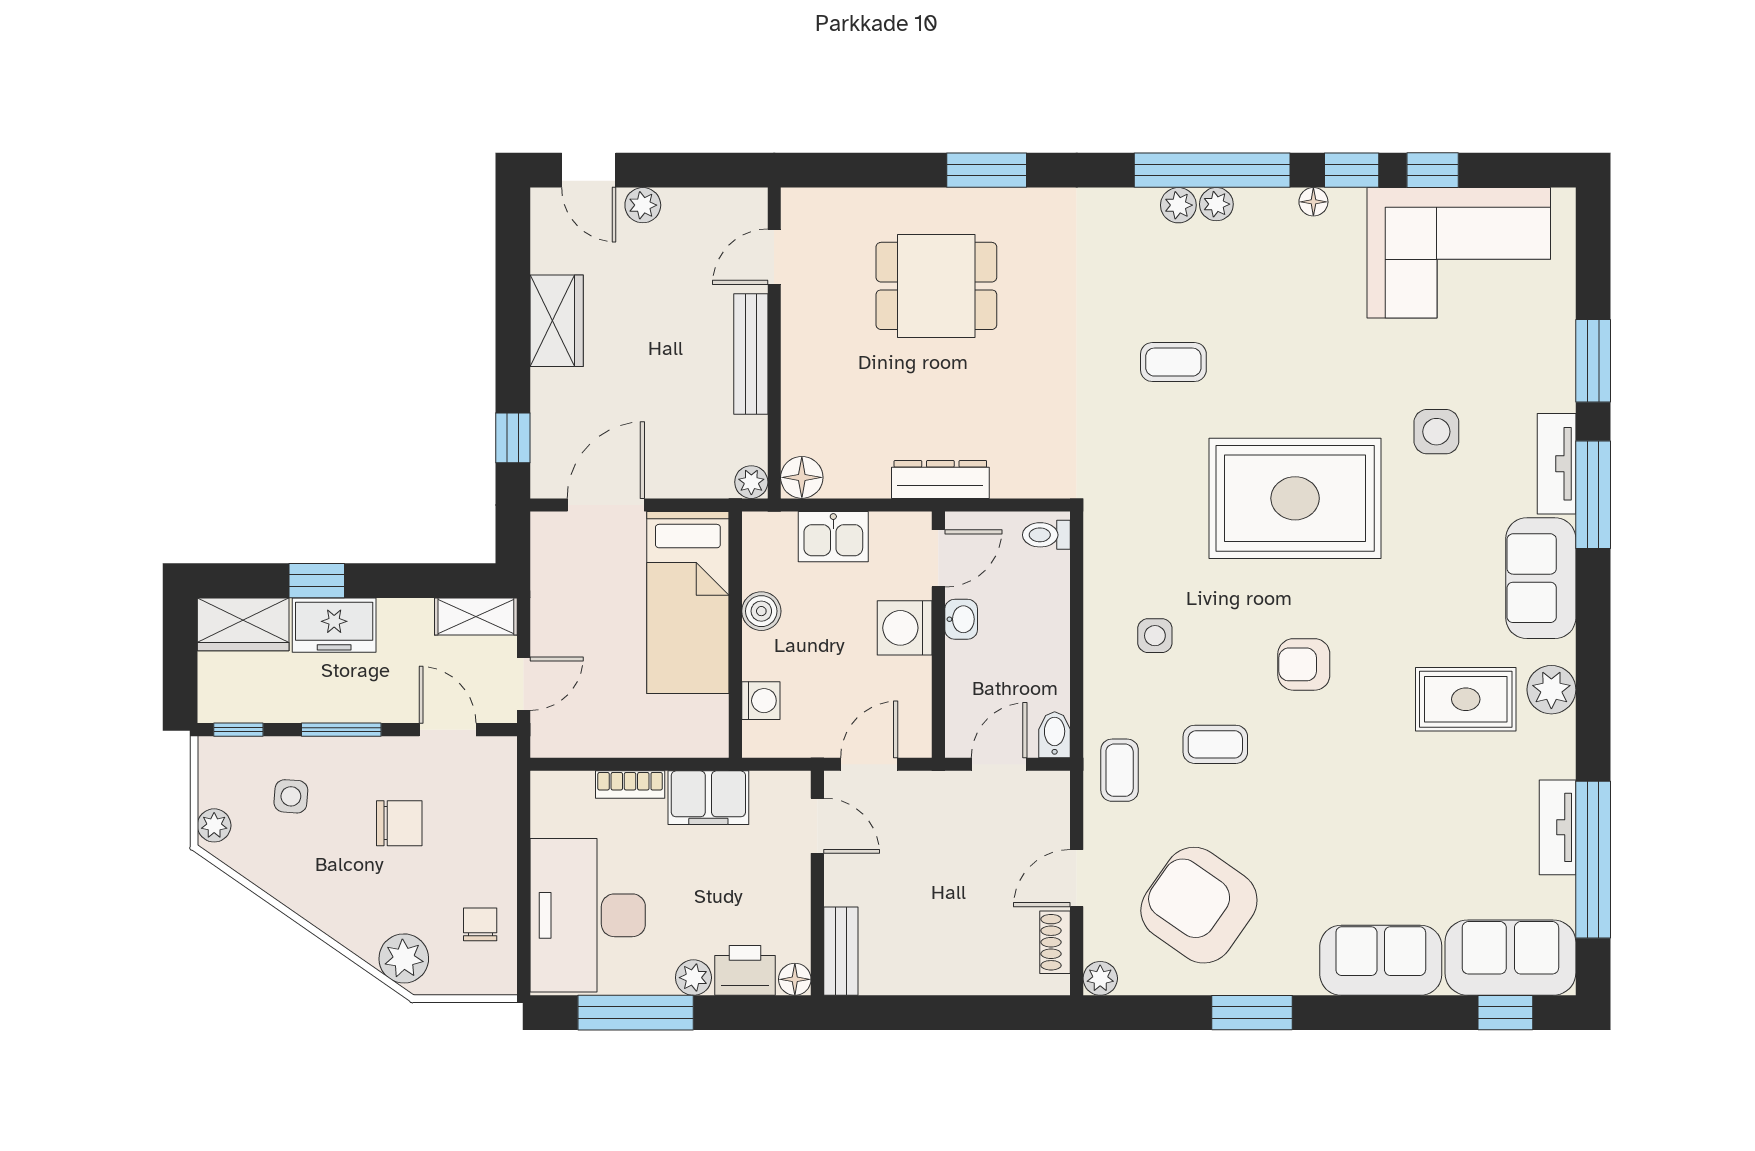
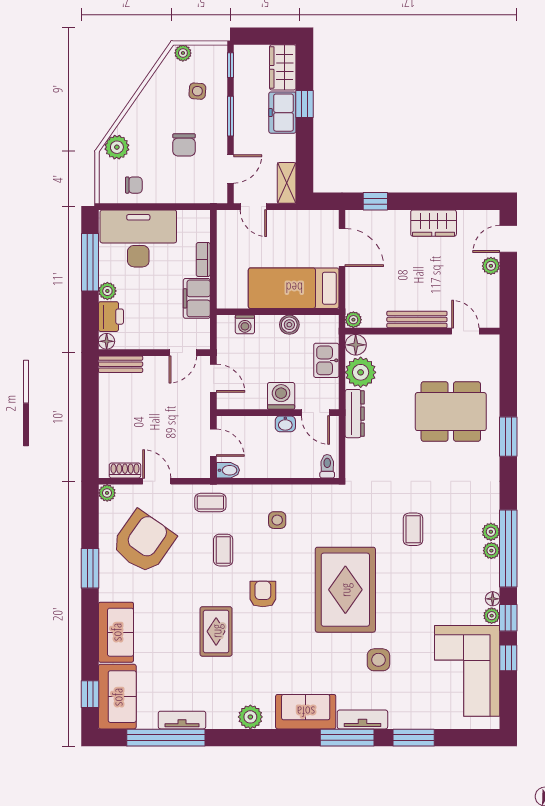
plant: (1347, 204) -> (492, 616), added
dining table: (936, 286) -> (451, 412), width x1.38
plant: (857, 468) -> (361, 372), added
rug: (1466, 699) -> (216, 631), moved

